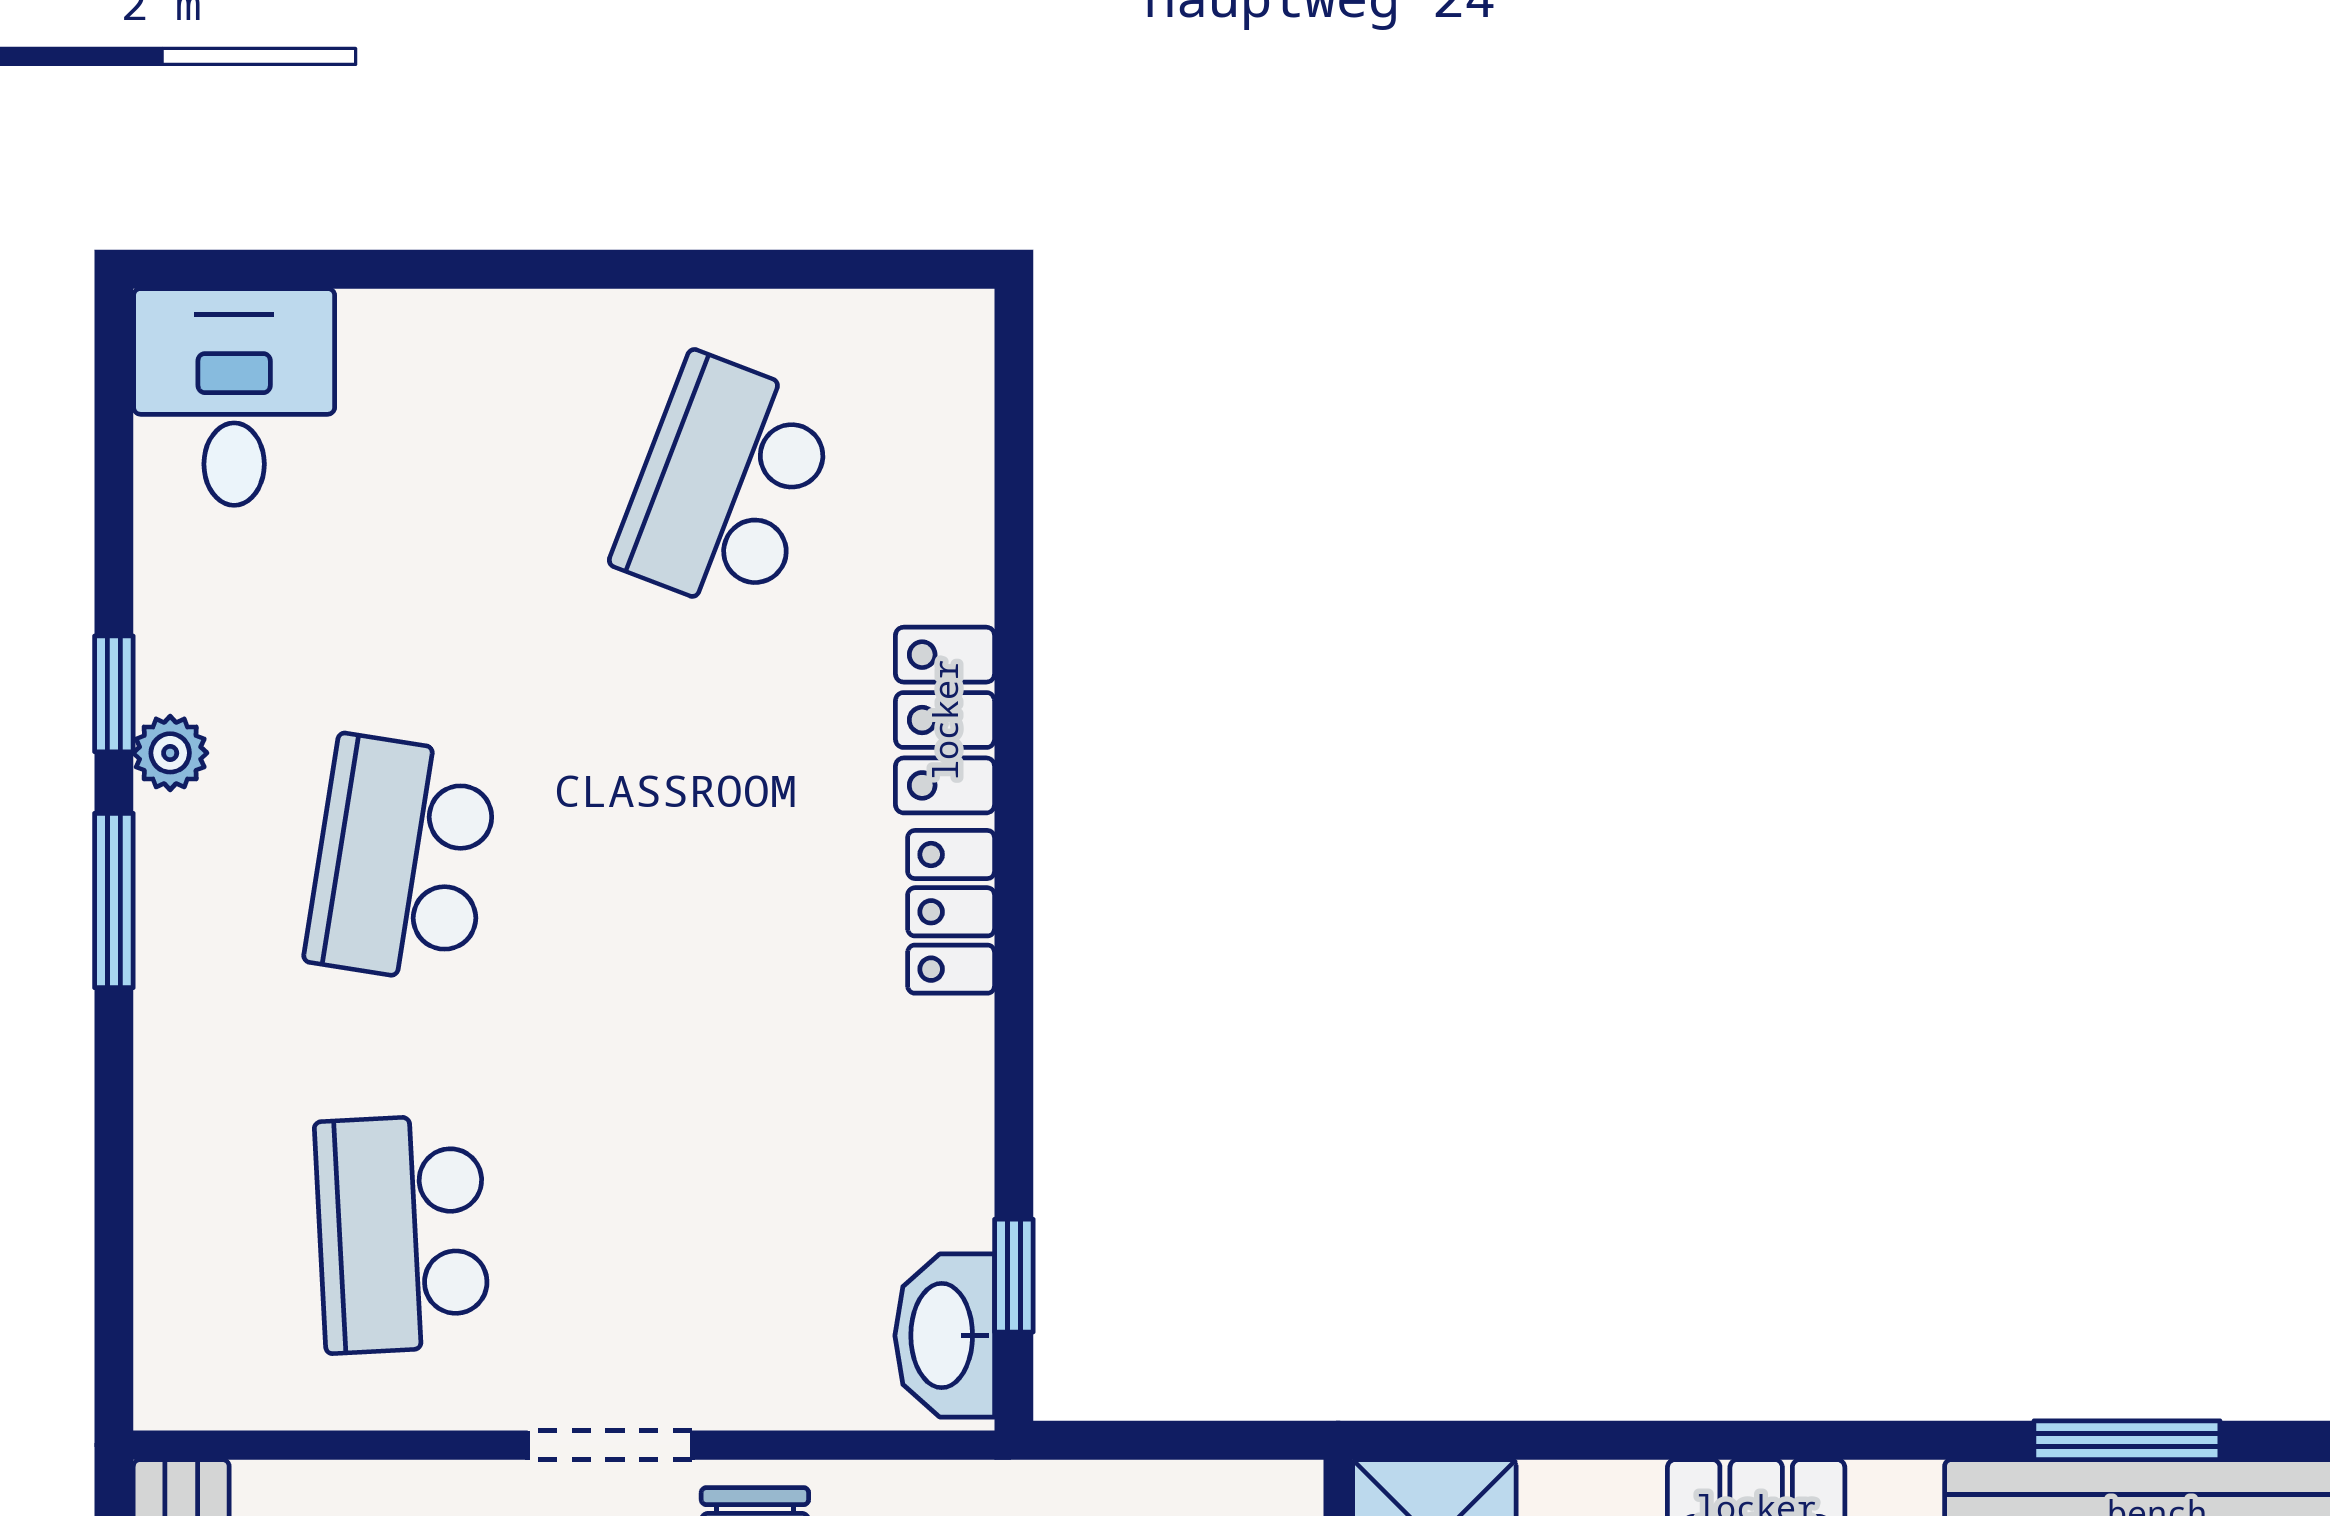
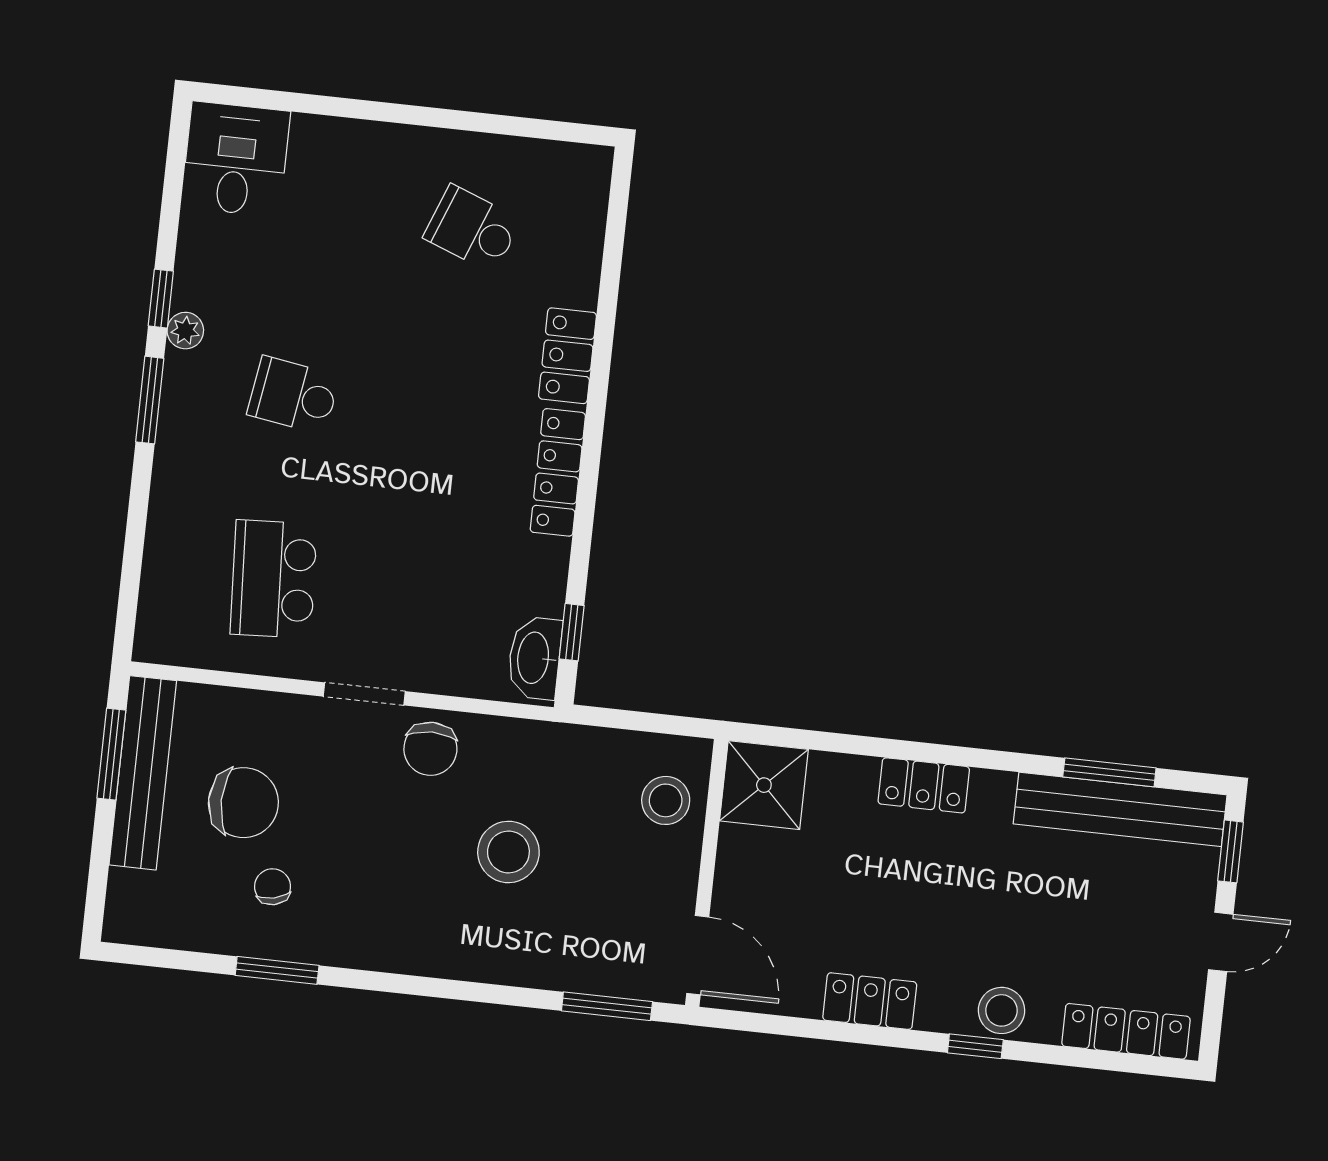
school desk: (726, 485) -> (472, 229), width x0.54
school desk: (402, 860) -> (294, 395), width x0.54
locker: (951, 912) -> (558, 472), width x1.53

